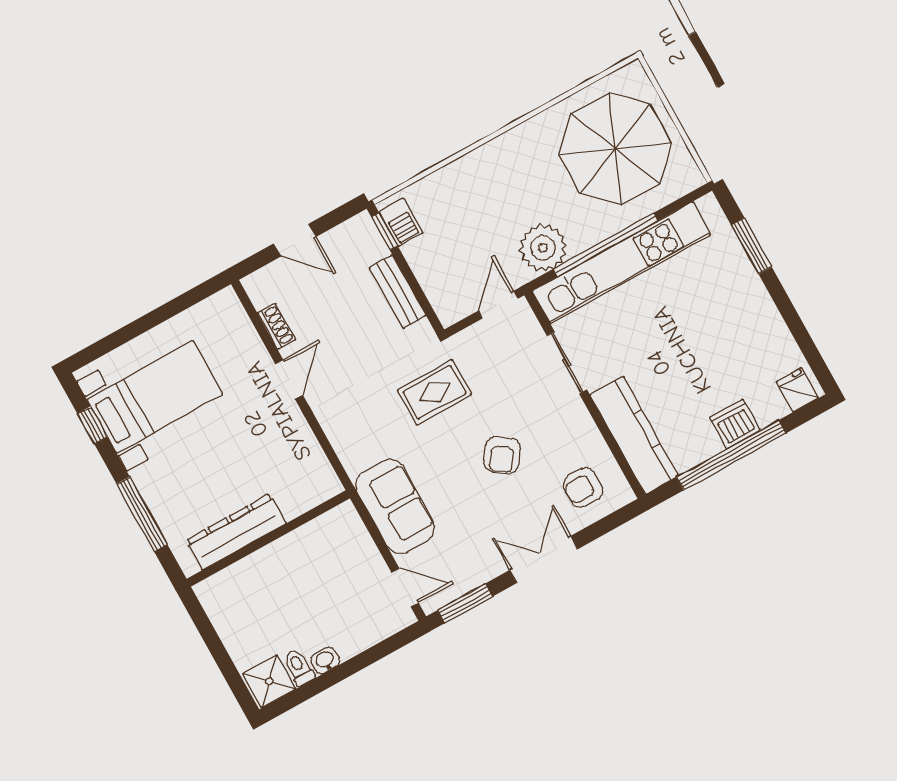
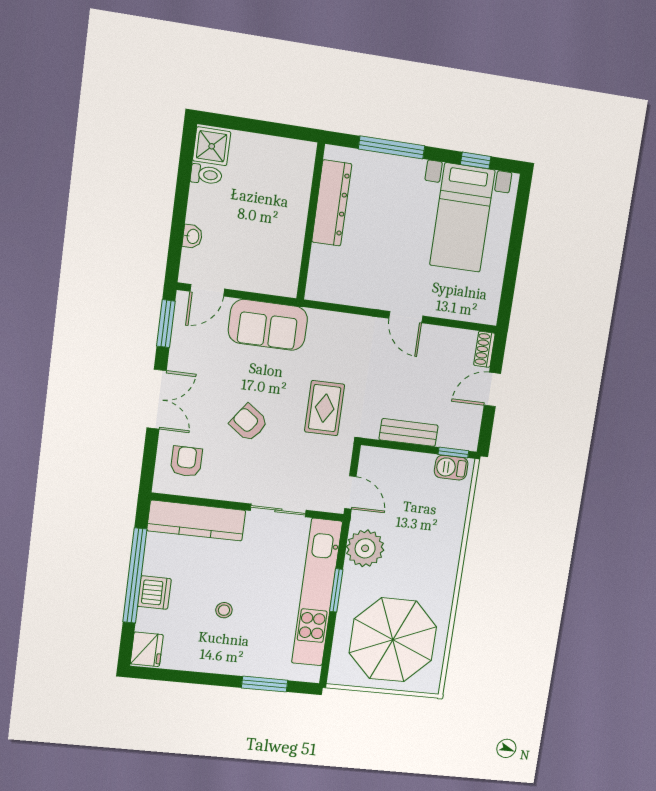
window: (606, 245) -> (336, 590), width x0.47
shoe rack: (276, 326) -> (484, 349), moved, turned 90
stool: (704, 342) -> (224, 610), added
fridge: (797, 390) -> (147, 649), width x1.38
washbasin: (325, 661) -> (192, 236), moved

